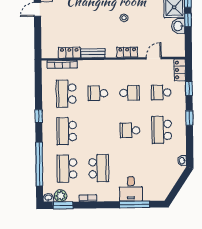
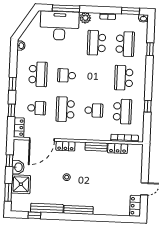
window: (188, 20) -> (9, 161), moved
door: (154, 58) -> (42, 139), width x1.88
school desk: (130, 93) -> (65, 109), width x1.85
window: (39, 116) -> (148, 106), moved
school desk: (130, 130) -> (67, 75), turned 180
school desk: (67, 131) -> (124, 78), turned 180
window: (39, 164) -> (150, 49), width x0.32
desk: (131, 189) -> (60, 26), width x1.87, depth x1.30
plant: (61, 196) -> (85, 18), moved

